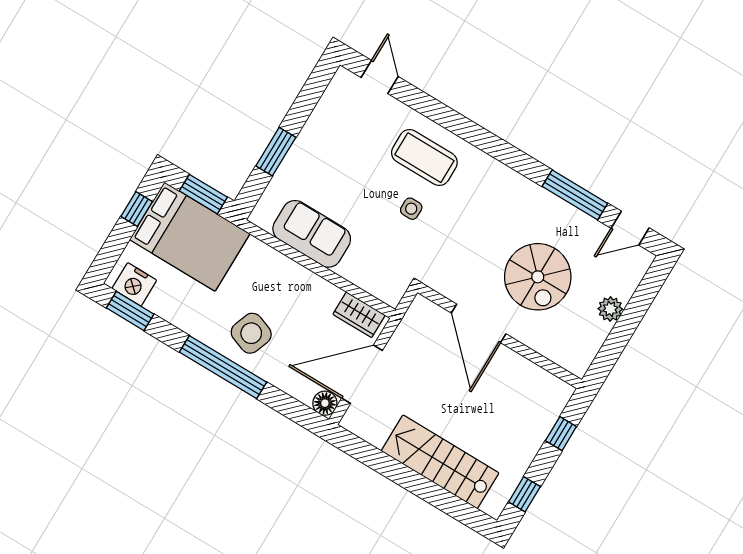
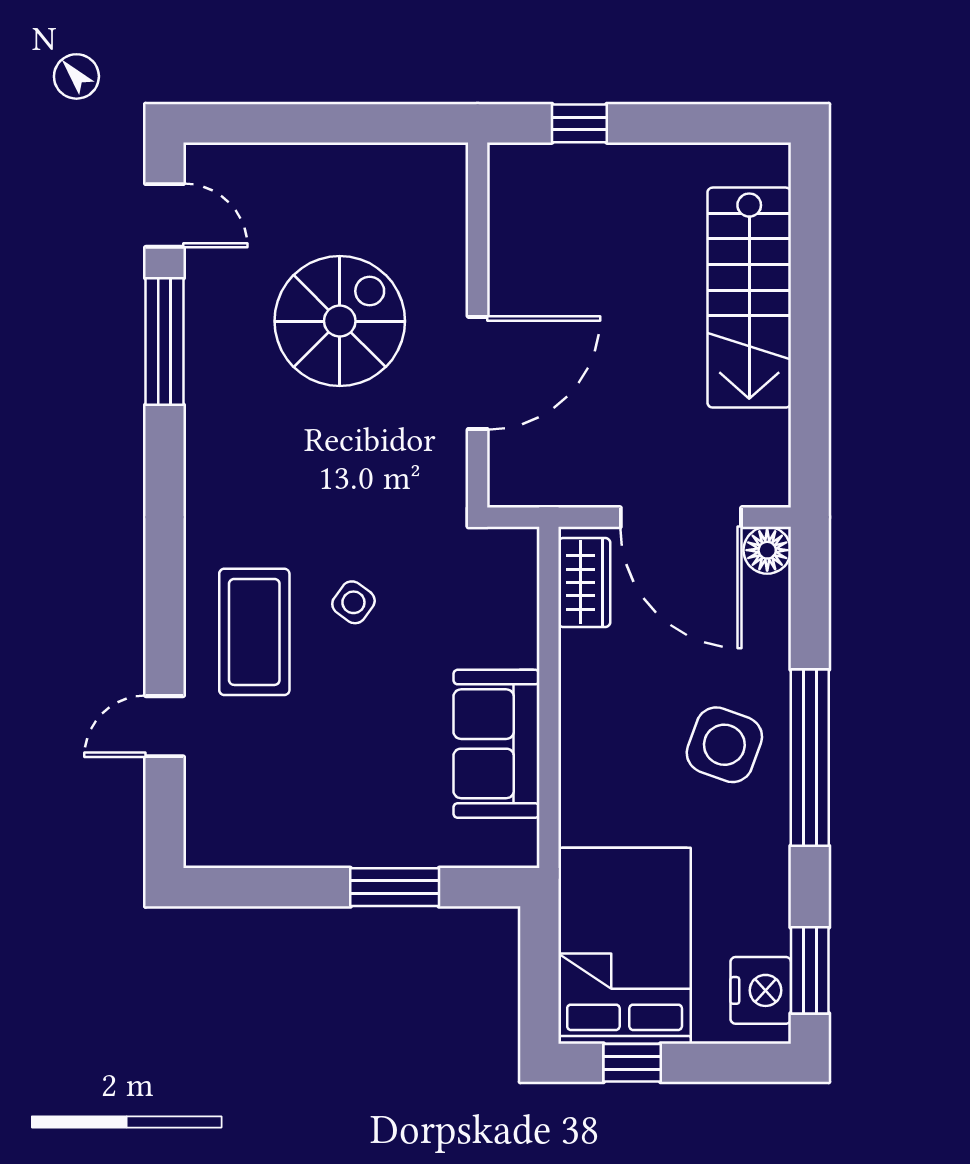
door: (380, 77) -> (164, 726), moved
window: (203, 194) -> (539, 966), removed
side table: (411, 209) -> (353, 602), turned 36
plant: (610, 309) -> (320, 167), removed
window: (524, 494) -> (718, 123), removed

